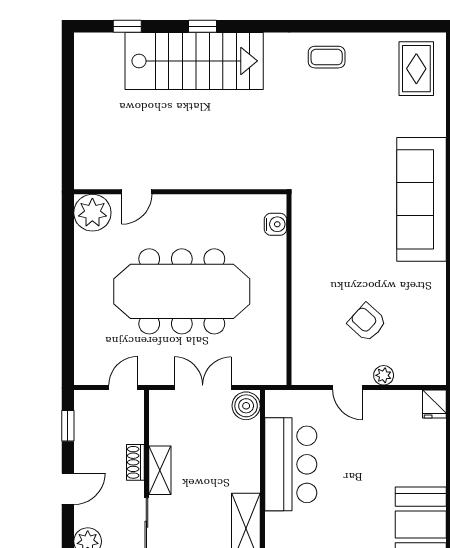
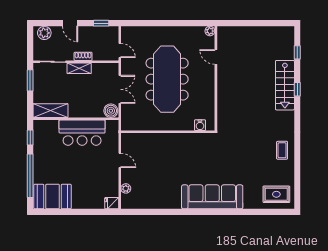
stairs: (194, 61) -> (285, 85), width x0.73, depth x0.66
plant: (92, 213) -> (210, 31), width x0.53, depth x0.53
armchair: (367, 322) -> (152, 170), removed
plant: (384, 375) -> (126, 188), moved
door: (347, 388) -> (120, 160), swing flipped

